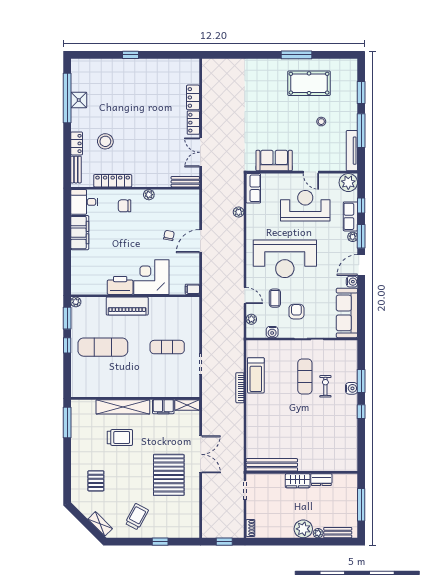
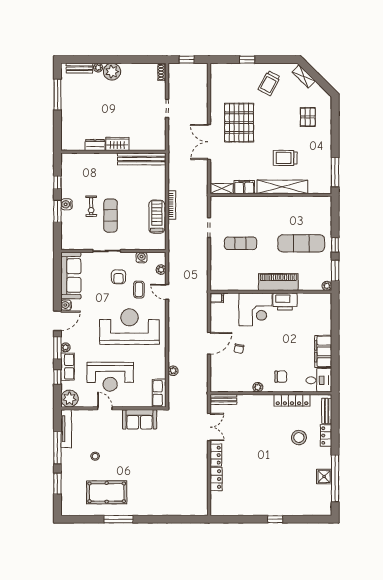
bench: (272, 465) -> (142, 159), moved
wall: (302, 472) -> (113, 152), moved
dresser: (321, 480) -> (95, 145), moved
wardrobe: (298, 481) -> (117, 144), moved

